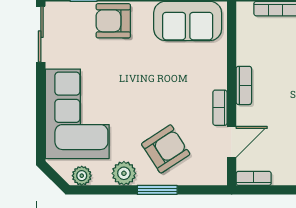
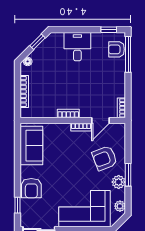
door: (232, 142) -> (101, 120), swing flipped
armchair: (166, 149) -> (105, 158), turned -78
window: (157, 190) -> (128, 175), moved

